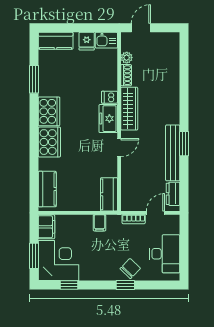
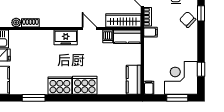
dishwasher: (110, 97) -> (108, 36), moved
wardrobe: (129, 109) -> (123, 20), moved
kitchen counter: (47, 189) -> (134, 80), moved, turned -90
filing cabinet: (100, 223) -> (150, 32), moved
filing cabinet: (46, 227) -> (149, 88), width x0.50
window: (125, 285) -> (201, 13), moved

